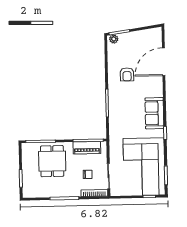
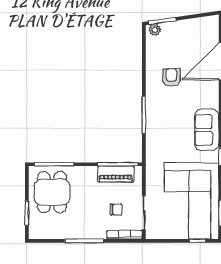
armchair: (127, 74) -> (171, 77), turned 180
dining table: (52, 161) -> (52, 192), moved

